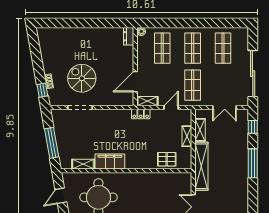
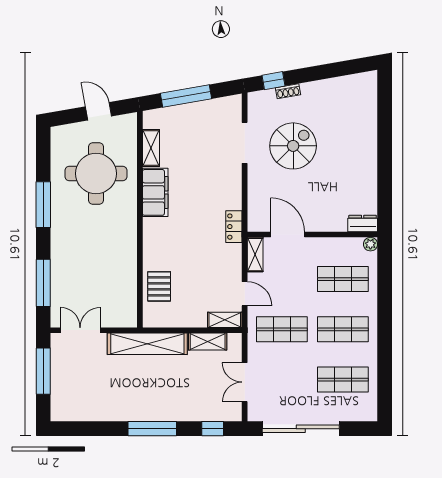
locker: (141, 114) -> (234, 227), moved
shelving: (187, 136) -> (225, 320), moved

